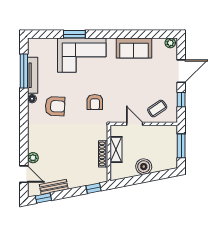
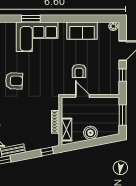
armchair: (95, 102) -> (79, 71), moved
coffee table: (157, 109) -> (102, 83), removed
shelving: (116, 150) -> (67, 129), moved

